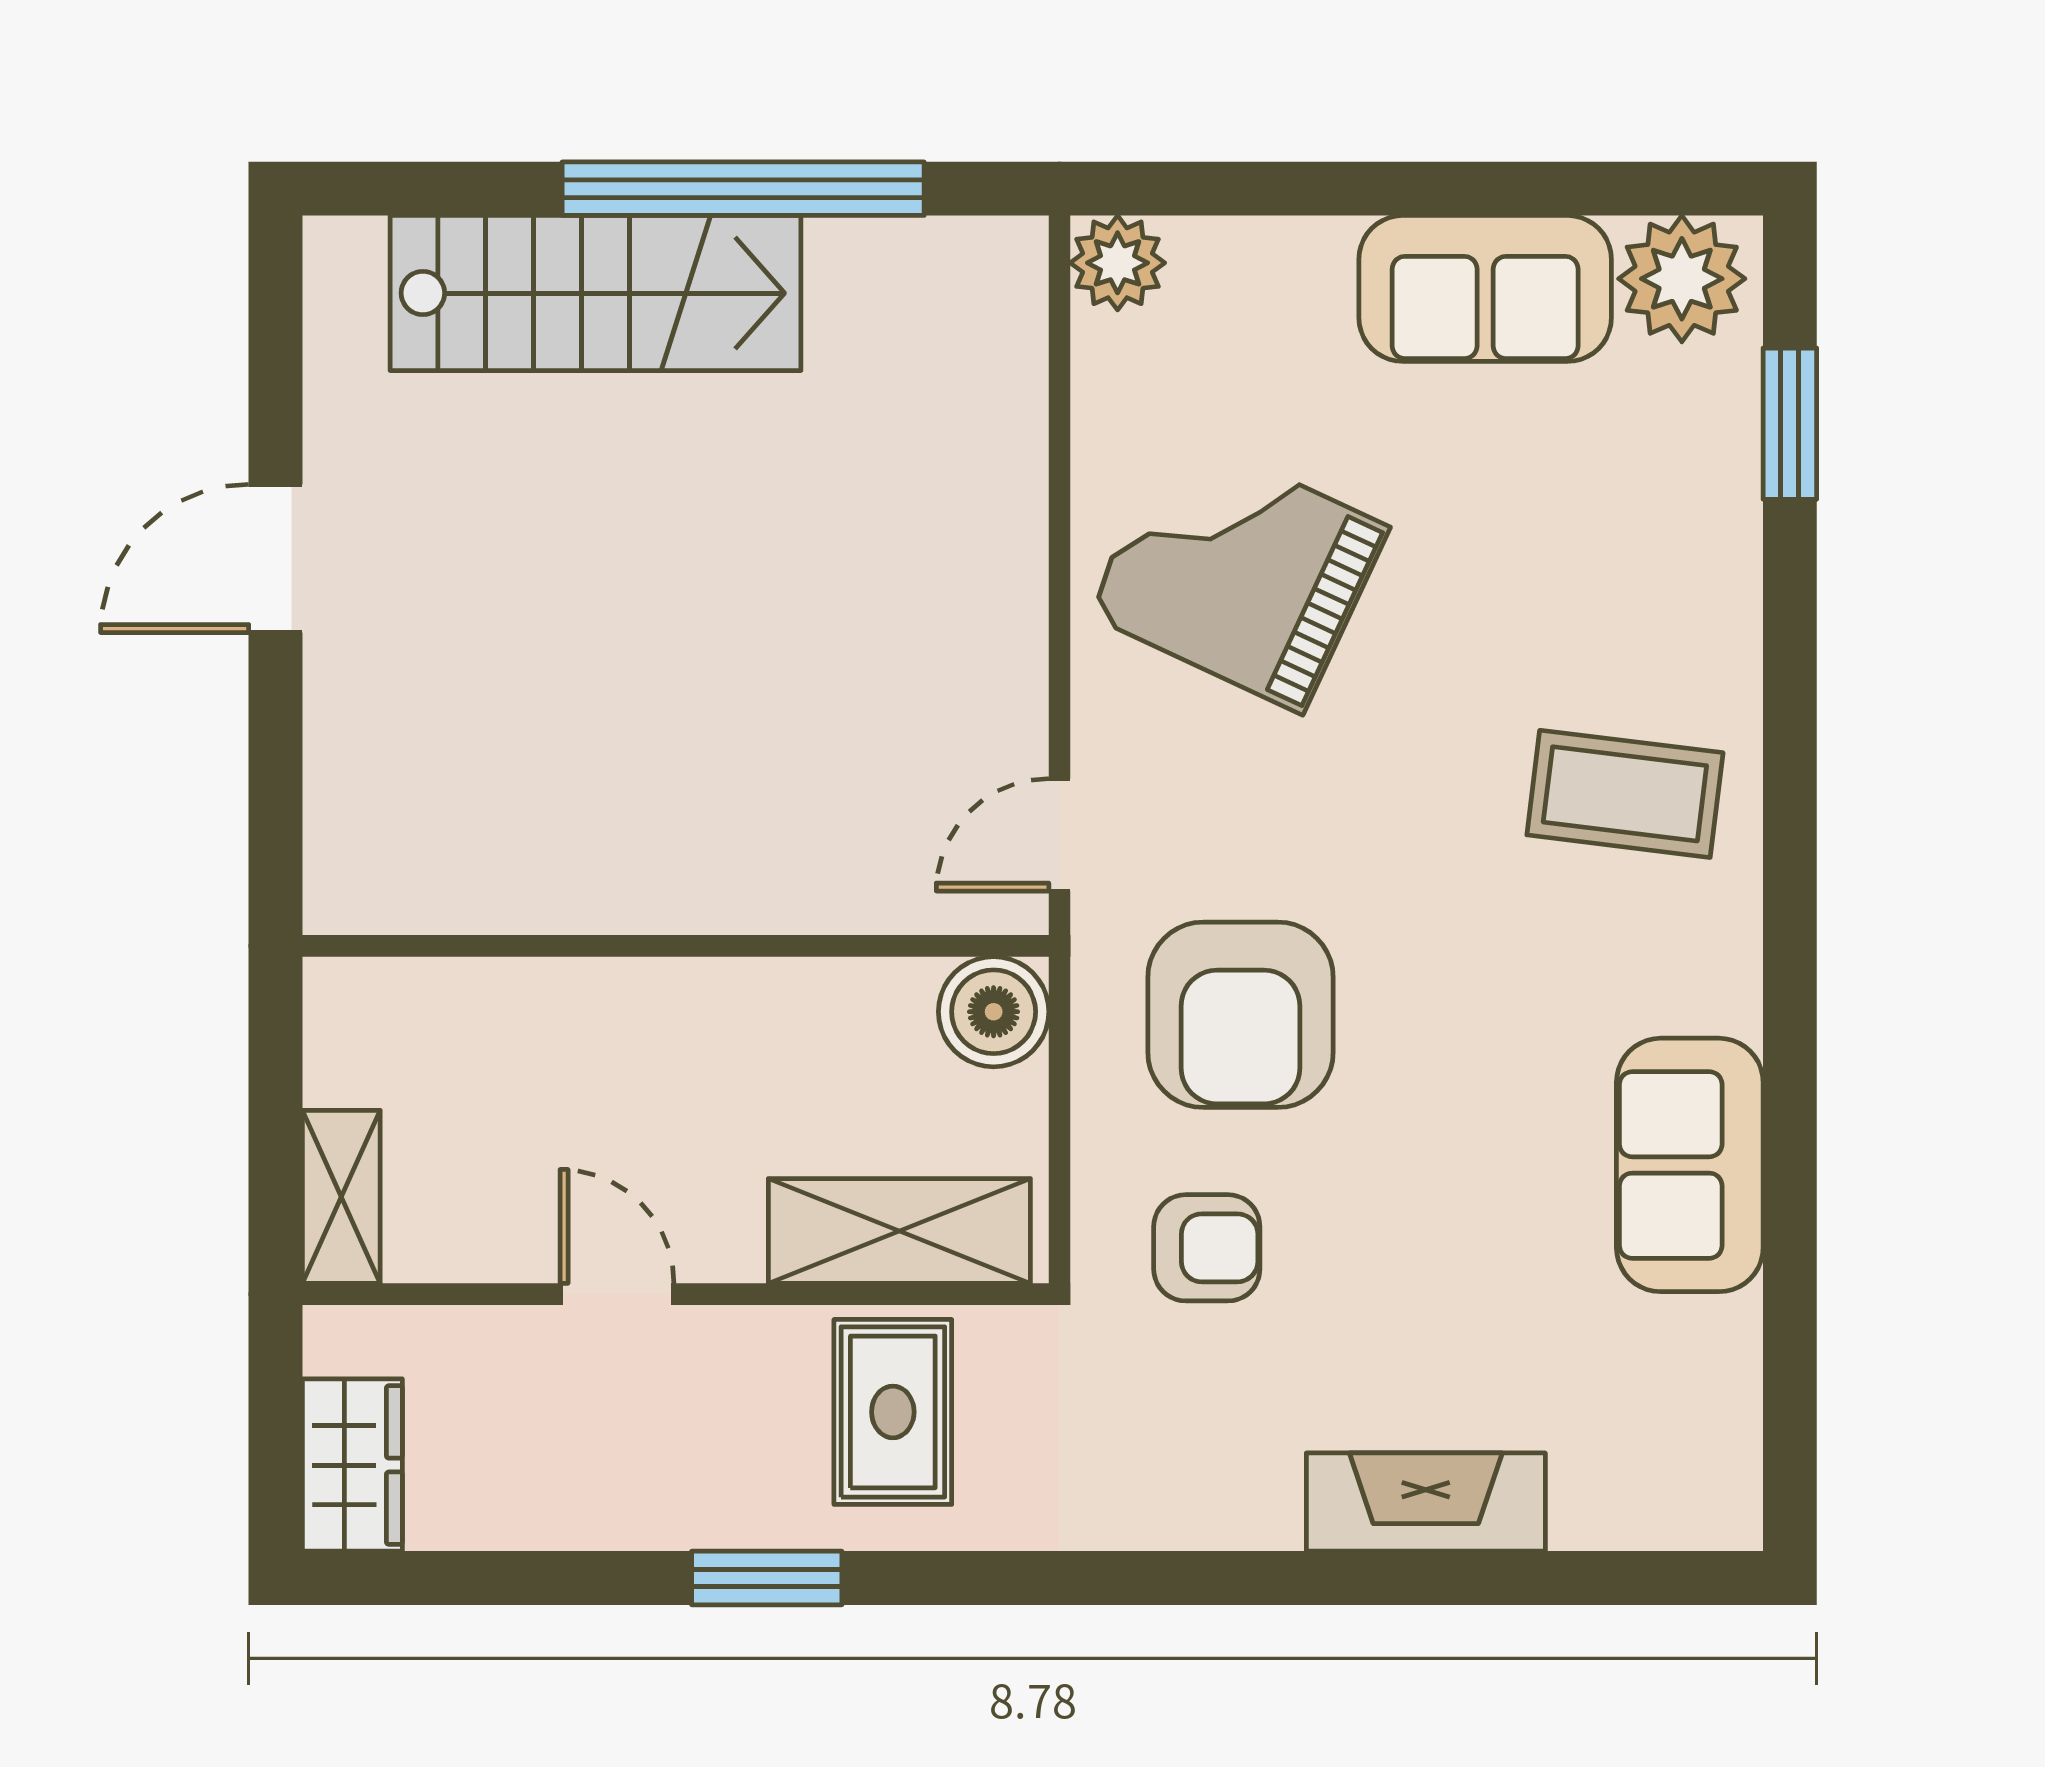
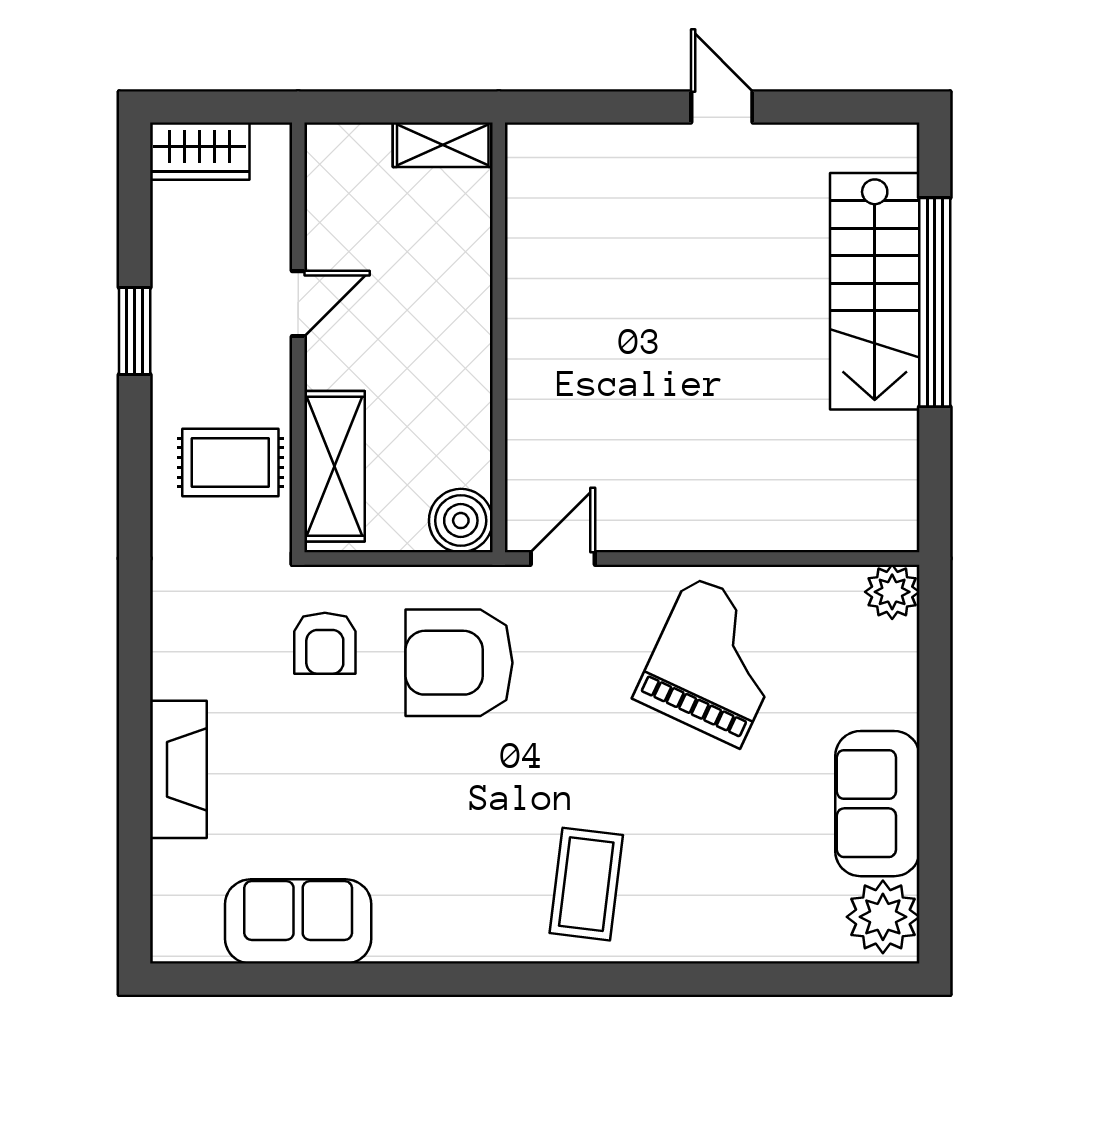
window: (743, 189) -> (935, 302), moved
window: (1790, 424) -> (799, 979), removed
door: (276, 559) -> (722, 107), width x0.73
door: (1059, 835) -> (563, 558), hinge flipped
sofa: (1690, 1165) -> (298, 921), moved
shelving: (341, 1197) -> (443, 145), moved
window: (767, 1578) -> (135, 331), moved

